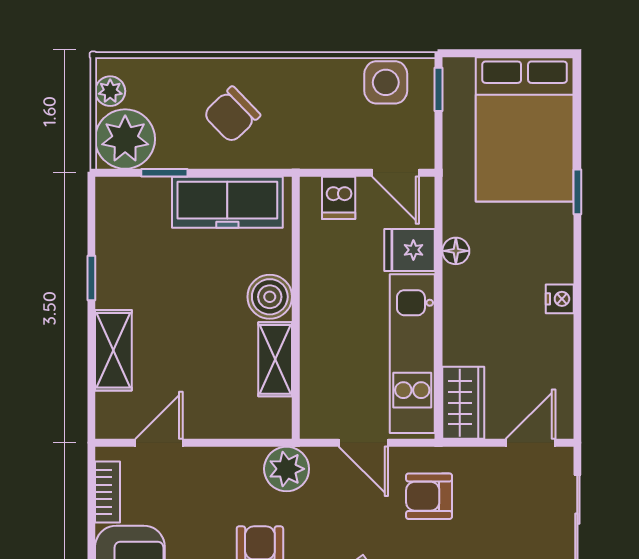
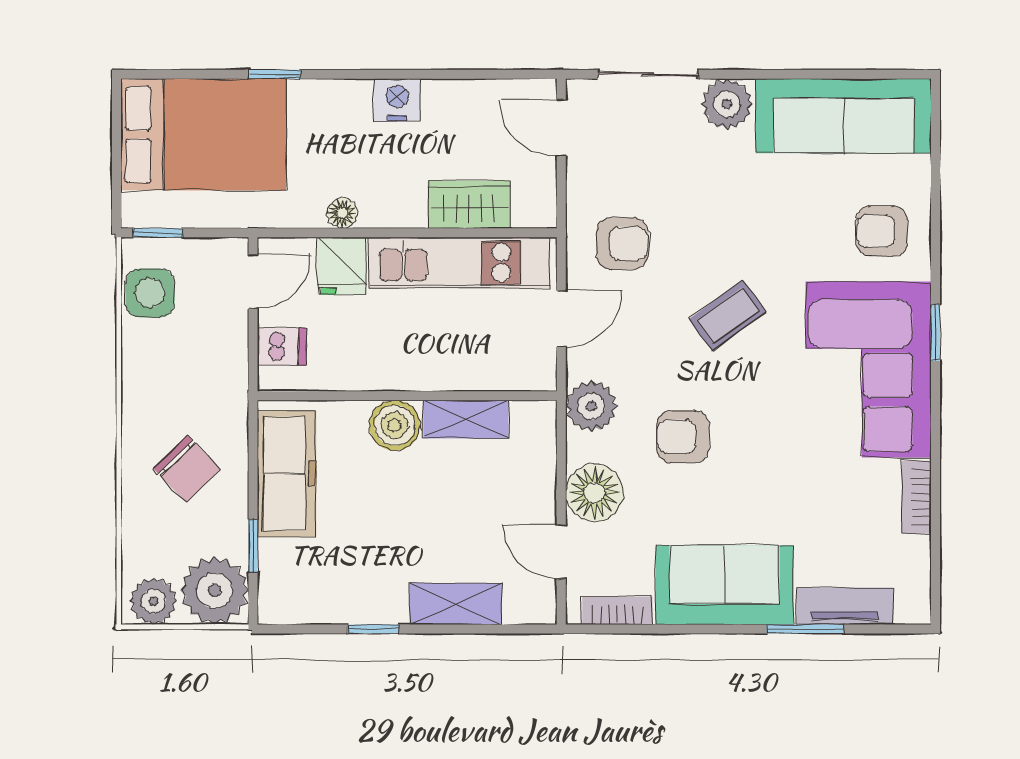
plant: (110, 91) -> (154, 601), width x1.38, depth x1.38
nightstand: (560, 299) -> (397, 100), width x1.39, depth x1.35
wardrobe: (463, 403) -> (469, 204), moved
floor lamp: (211, 472) -> (594, 493), added
armchair: (429, 496) -> (622, 244), turned -90

